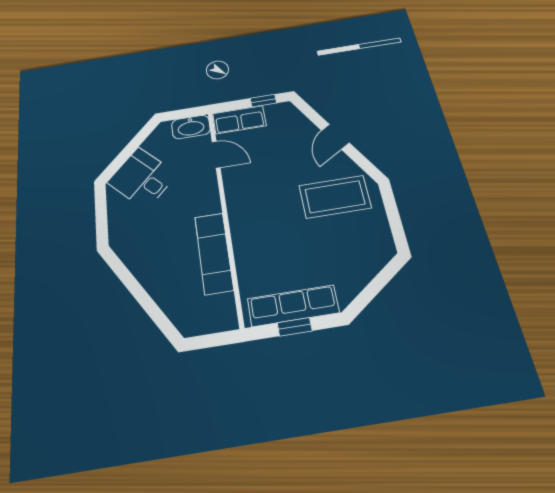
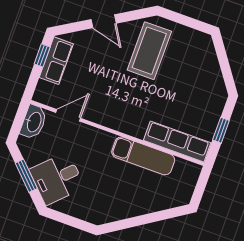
row of seats: (239, 120) -> (56, 61), moved
window: (130, 148) -> (26, 176), added
row of seats: (293, 306) -> (177, 141), moved, turned 90

